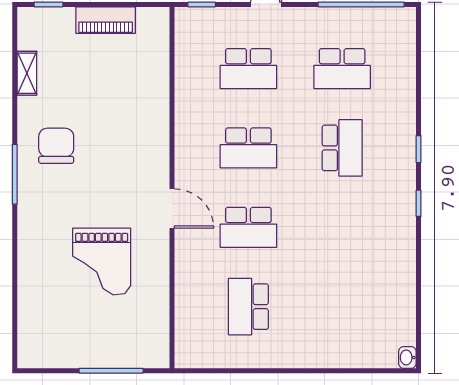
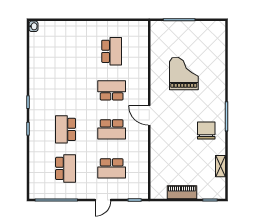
school desk: (248, 69) -> (112, 168), turned 180
school desk: (342, 69) -> (66, 168), turned 90
chair: (56, 146) -> (206, 130), turned 180
school desk: (248, 148) -> (112, 129), turned 180
door: (172, 208) -> (149, 115), moved

